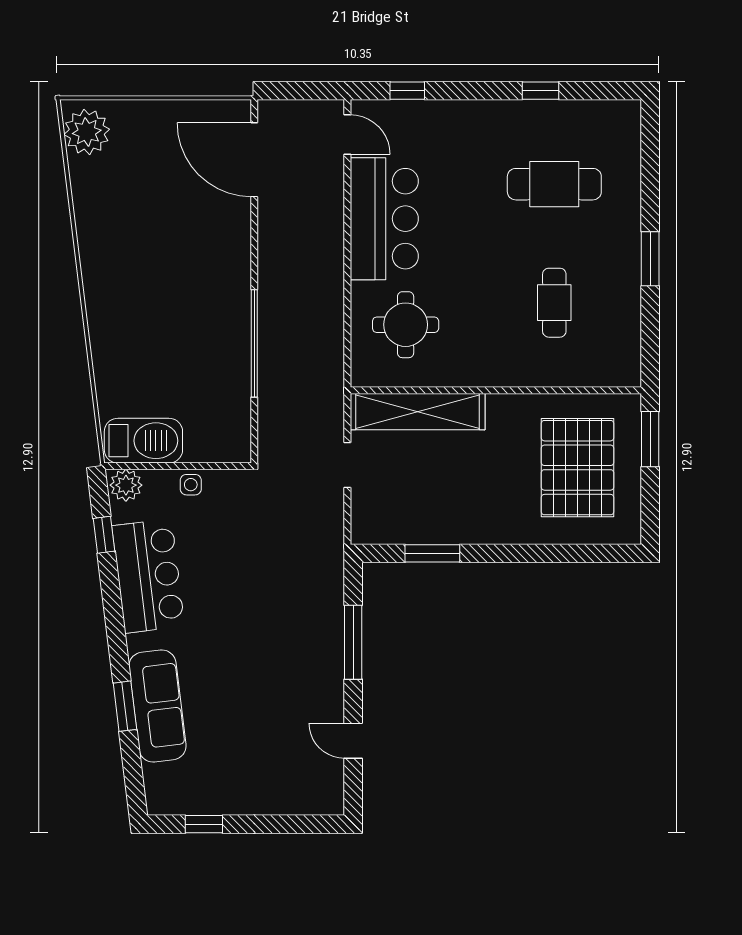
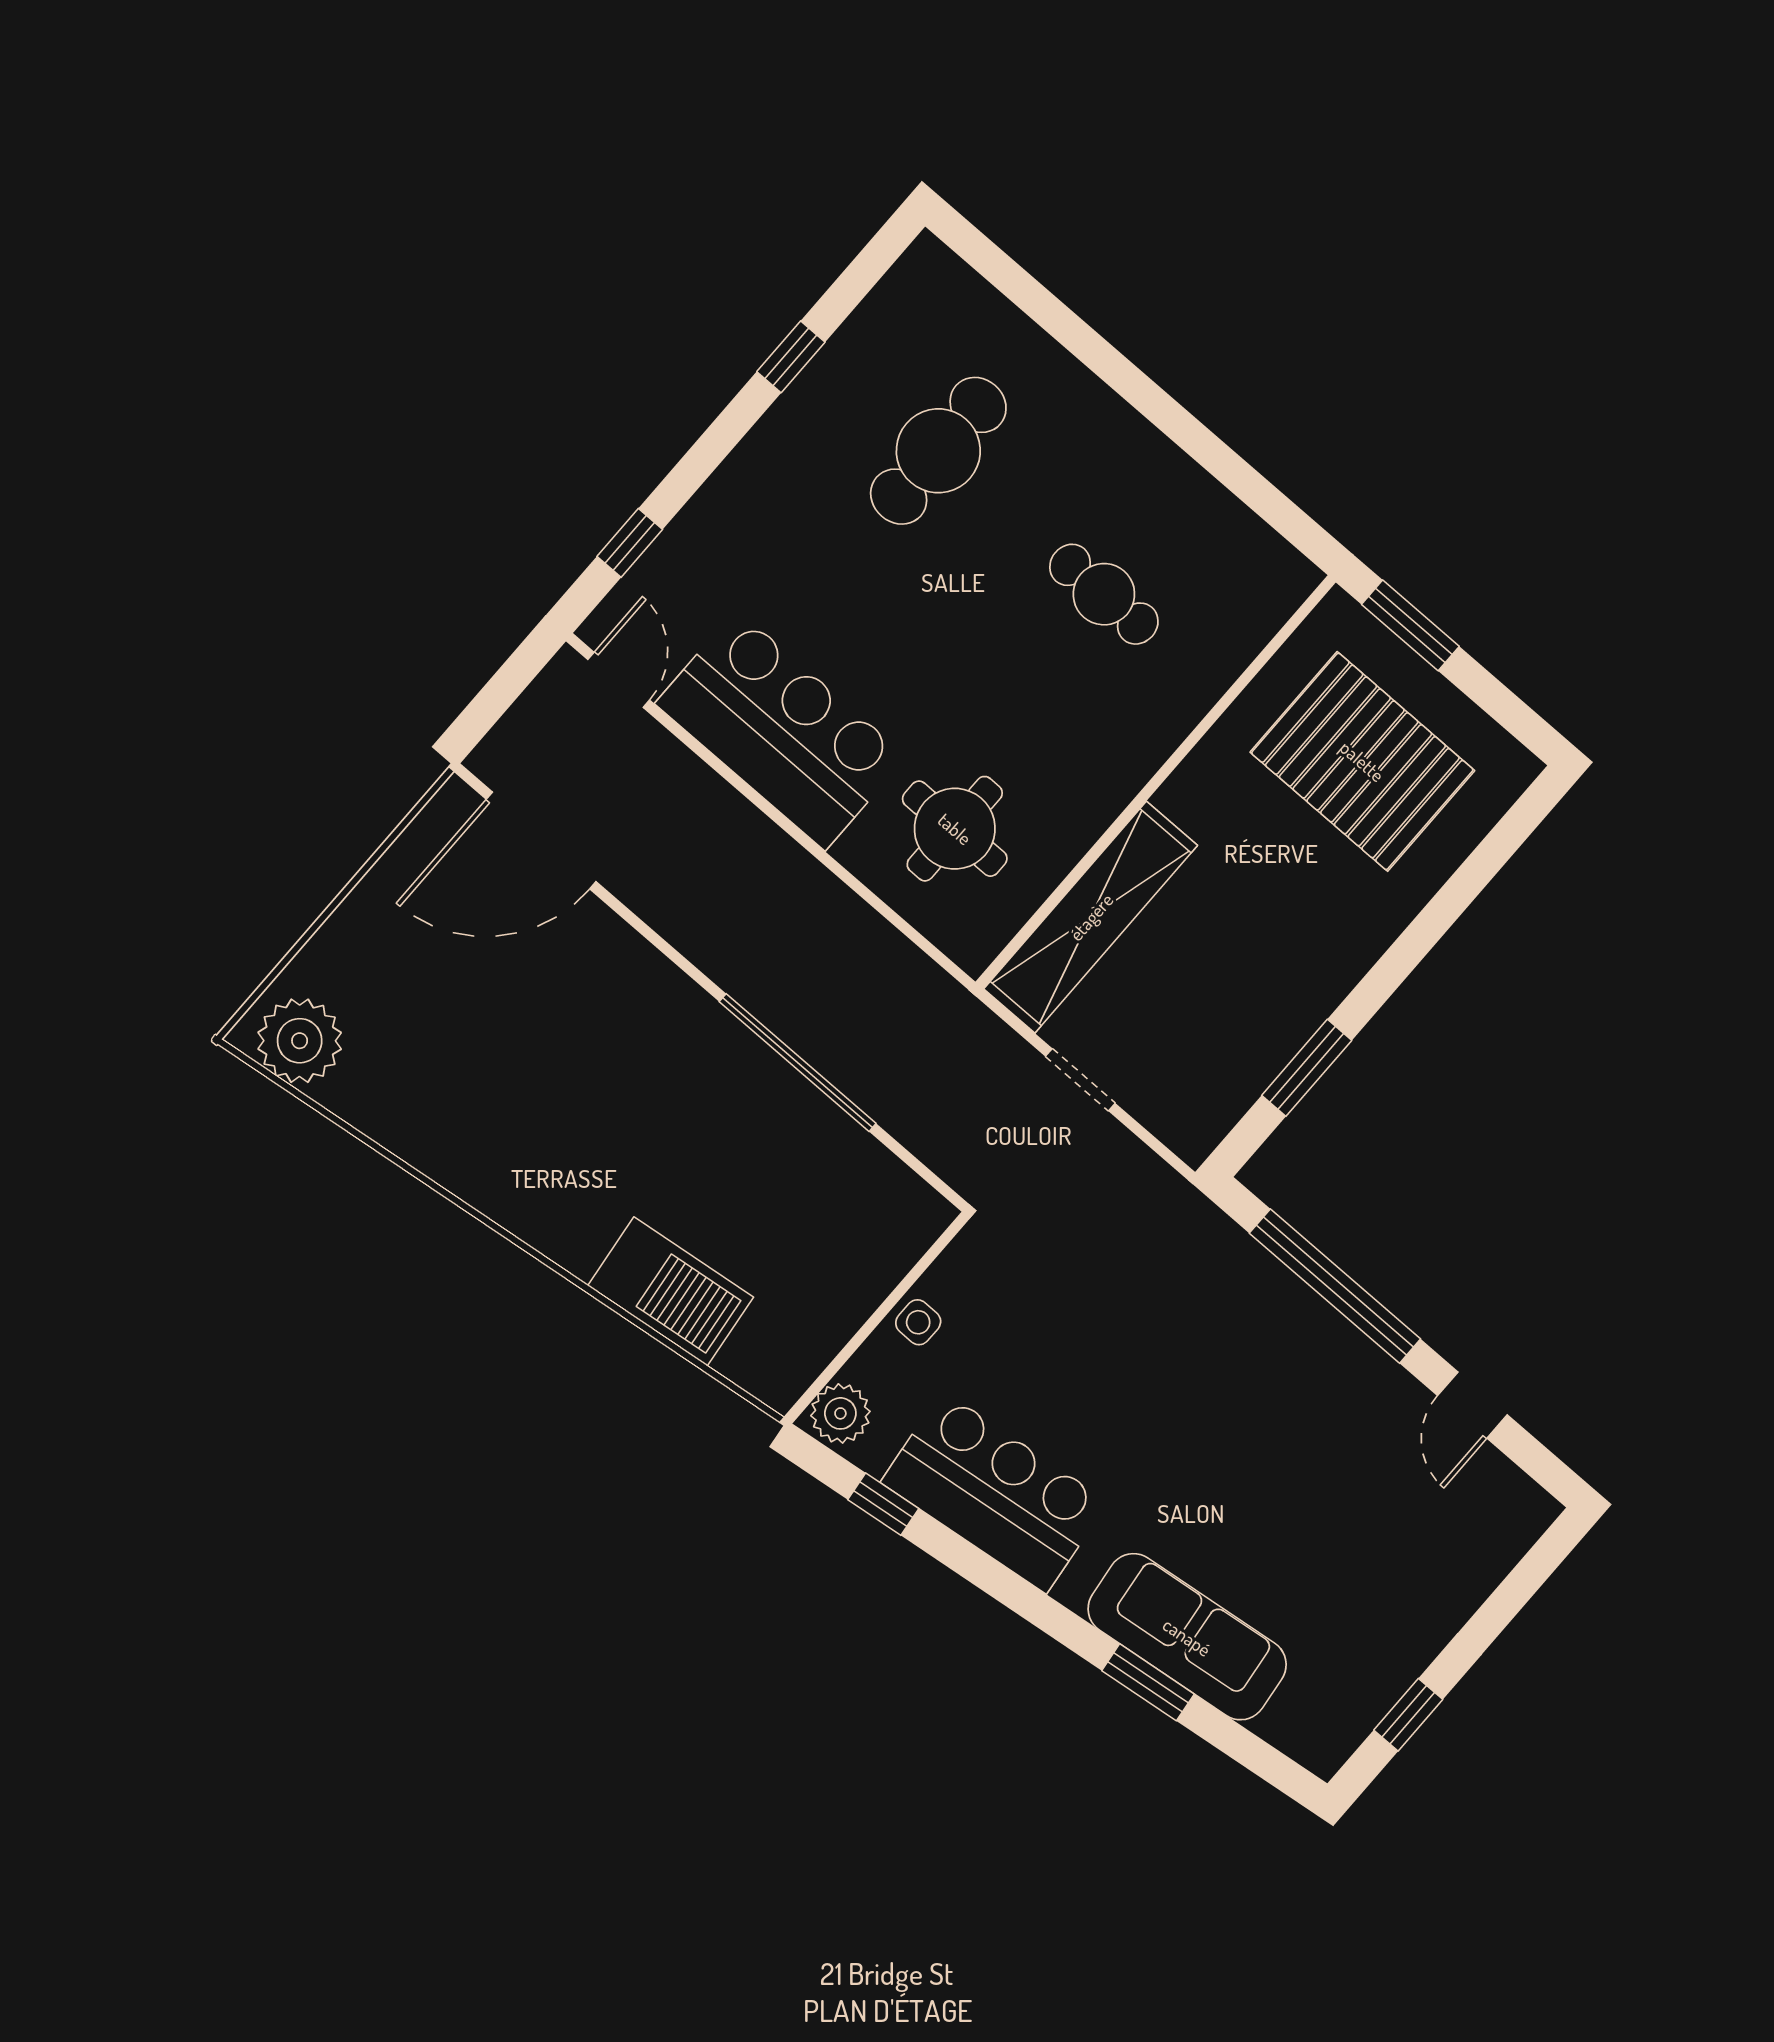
door: (347, 135) -> (619, 680), hinge flipped
window: (650, 259) -> (1159, 407), removed
barbecue: (143, 441) -> (671, 1291), moved, turned 83
window: (353, 642) -> (1335, 1286), width x1.46
door: (353, 741) -> (1472, 1405), hinge flipped

